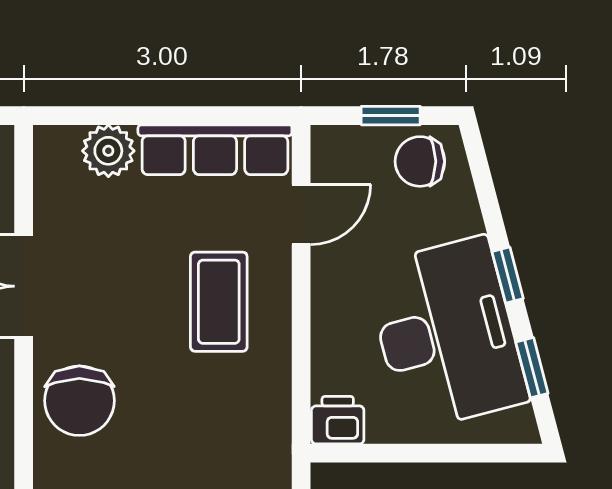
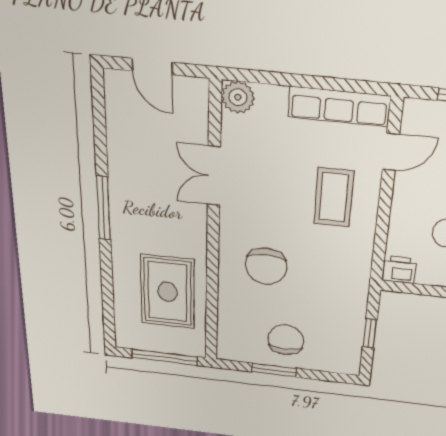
plant: (108, 151) -> (238, 97), moved
chair: (79, 401) -> (266, 266), moved

